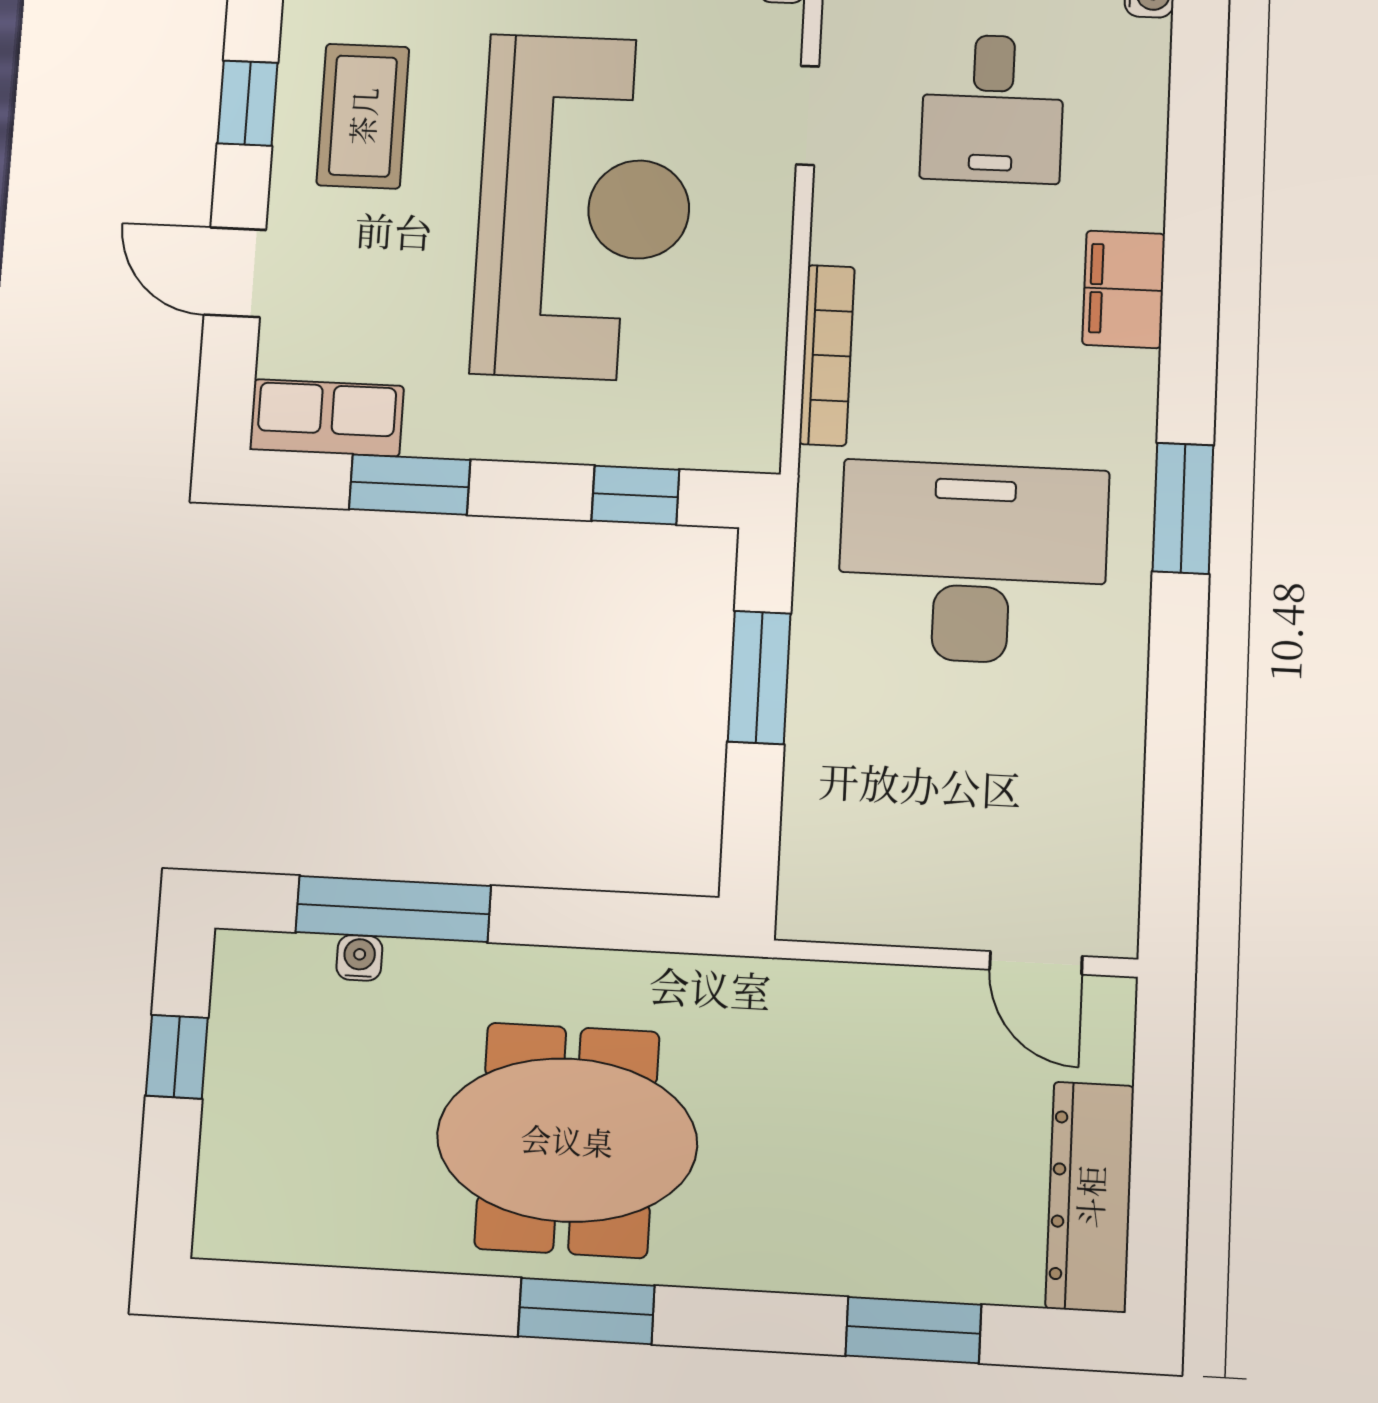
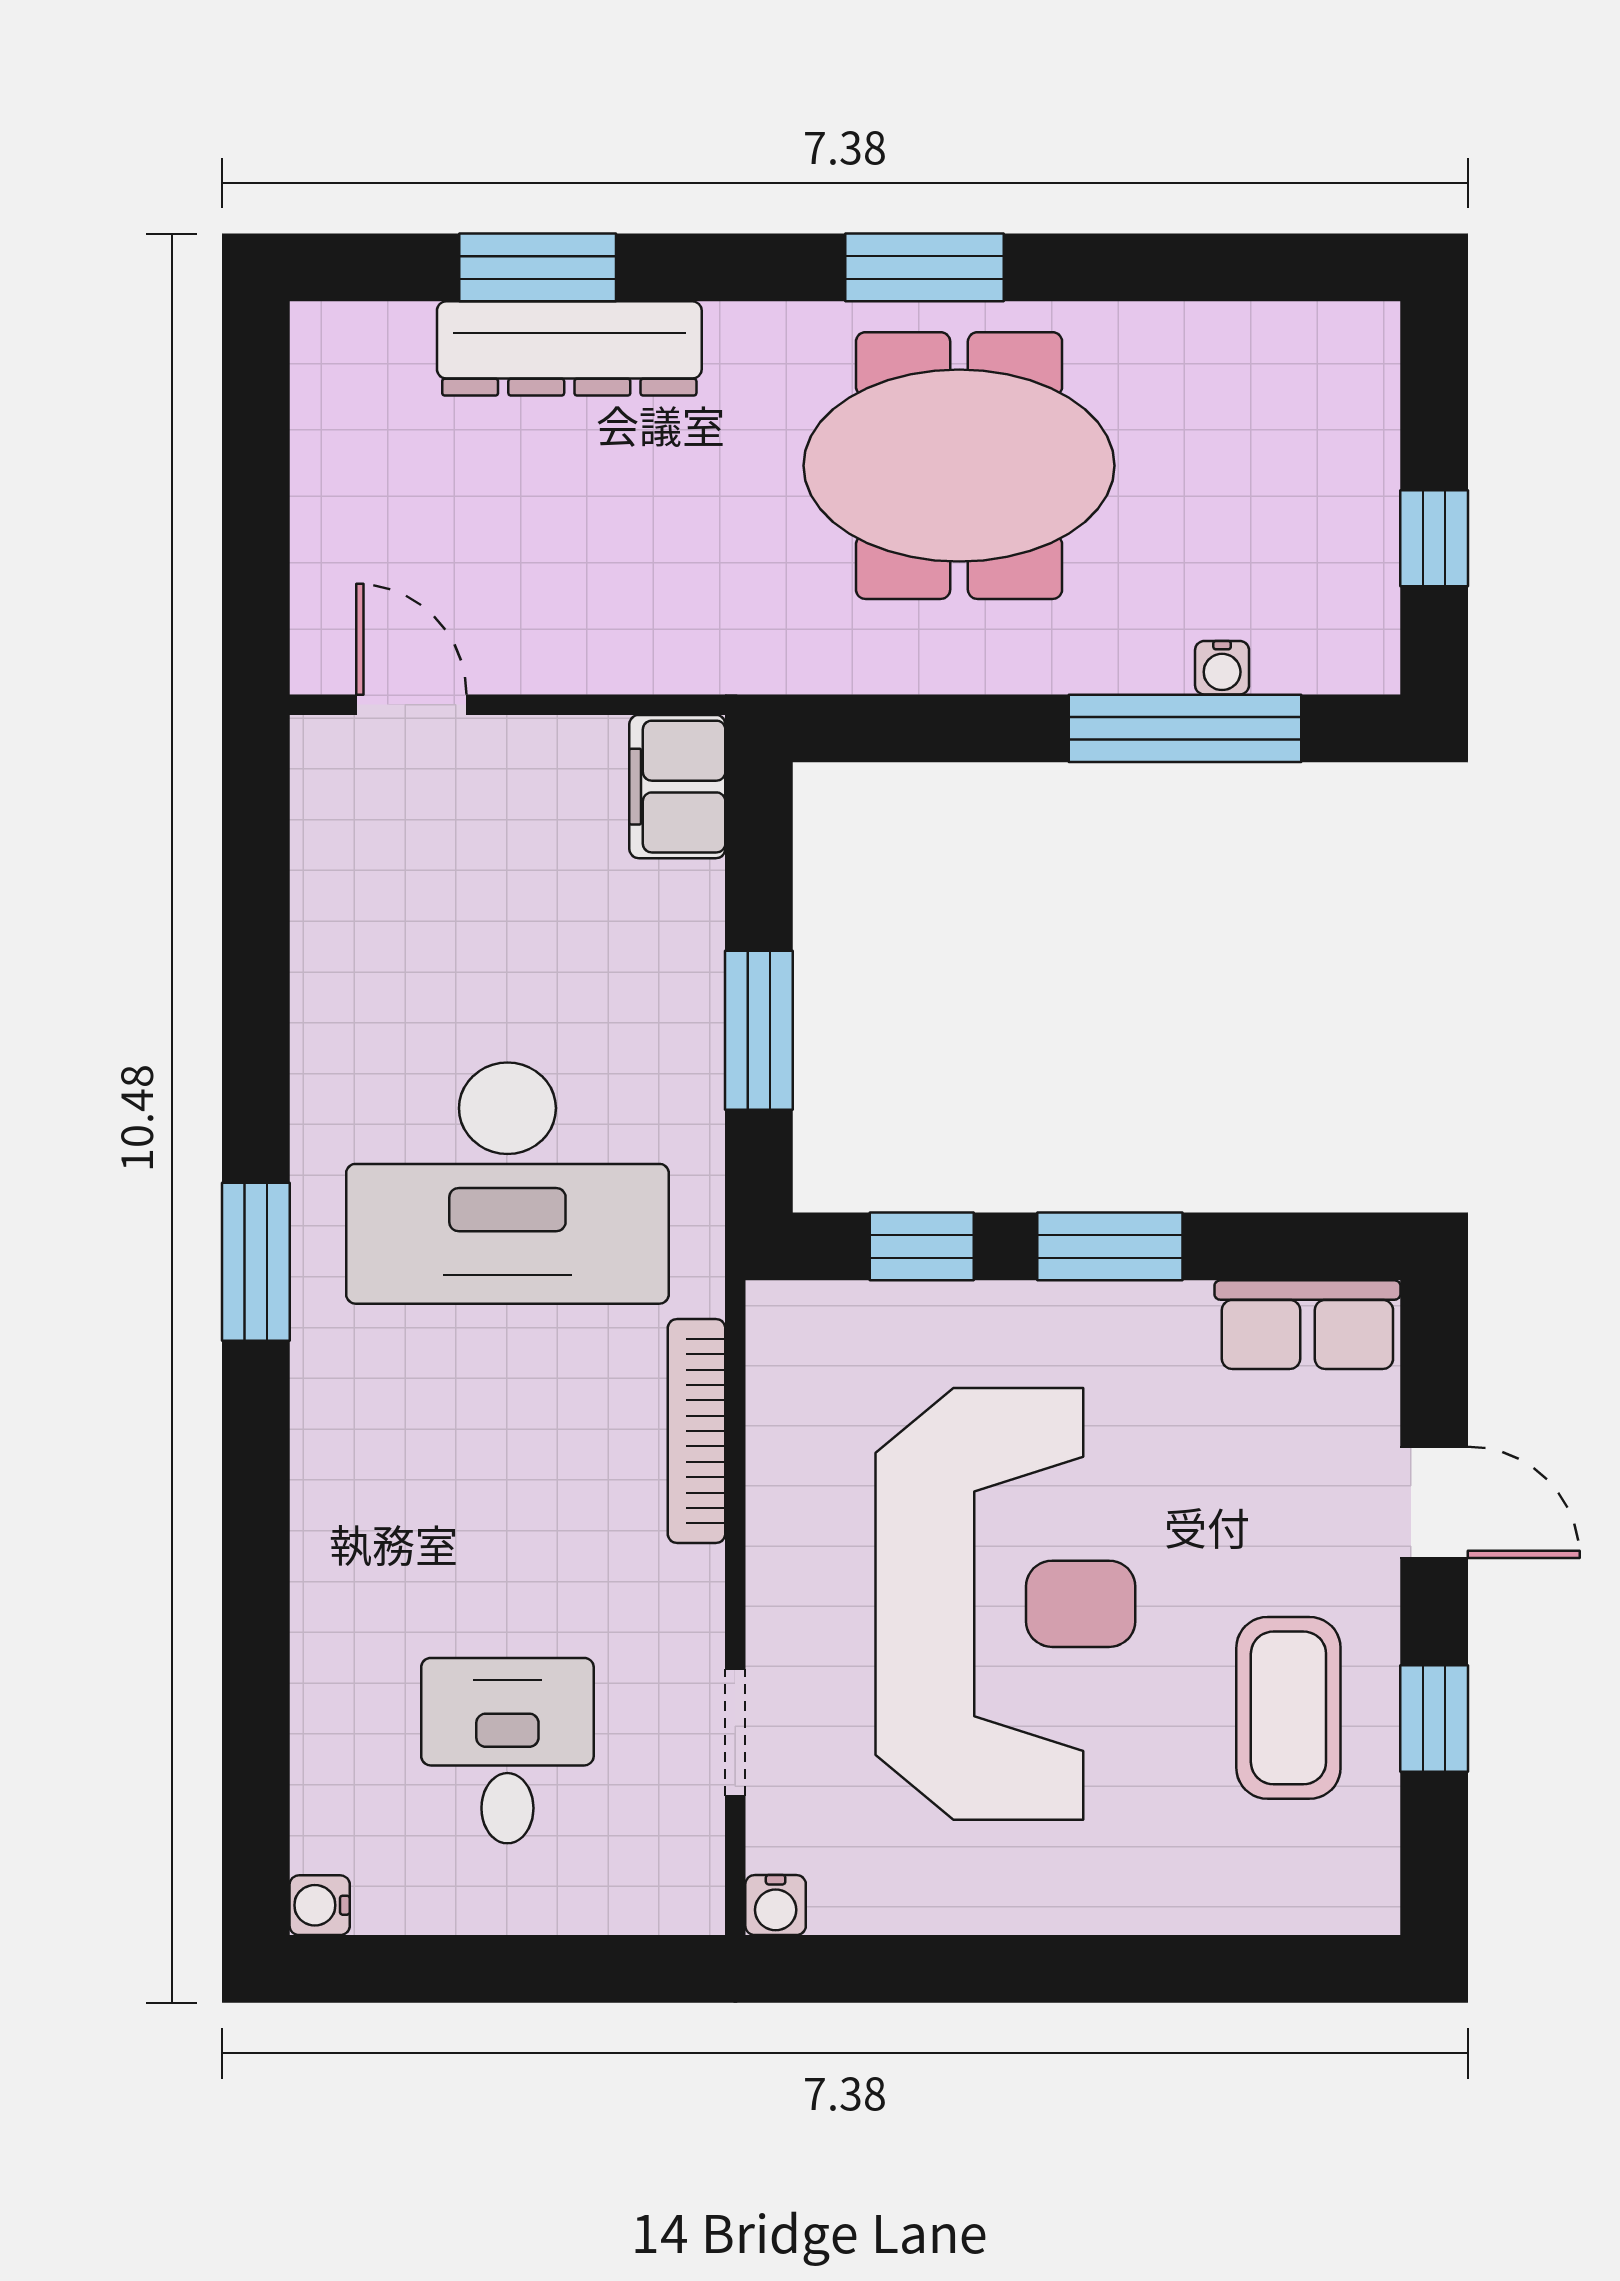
reception desk: (584, 207) -> (1005, 1604), turned 180
filing cabinet: (1124, 289) -> (677, 787), moved, turned 180
window: (410, 485) -> (1110, 1246), moved
dresser: (1090, 1197) -> (569, 348), moved, turned 90

